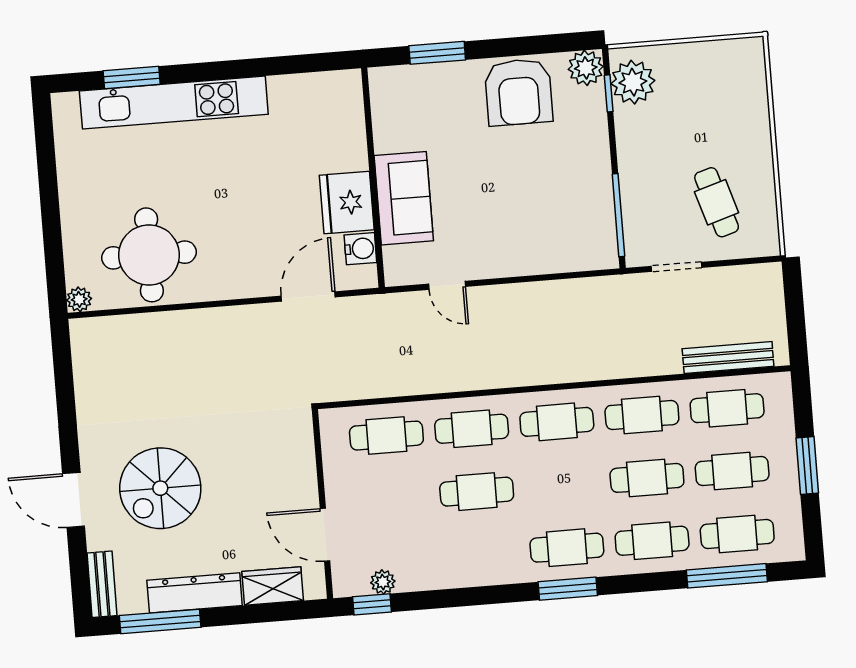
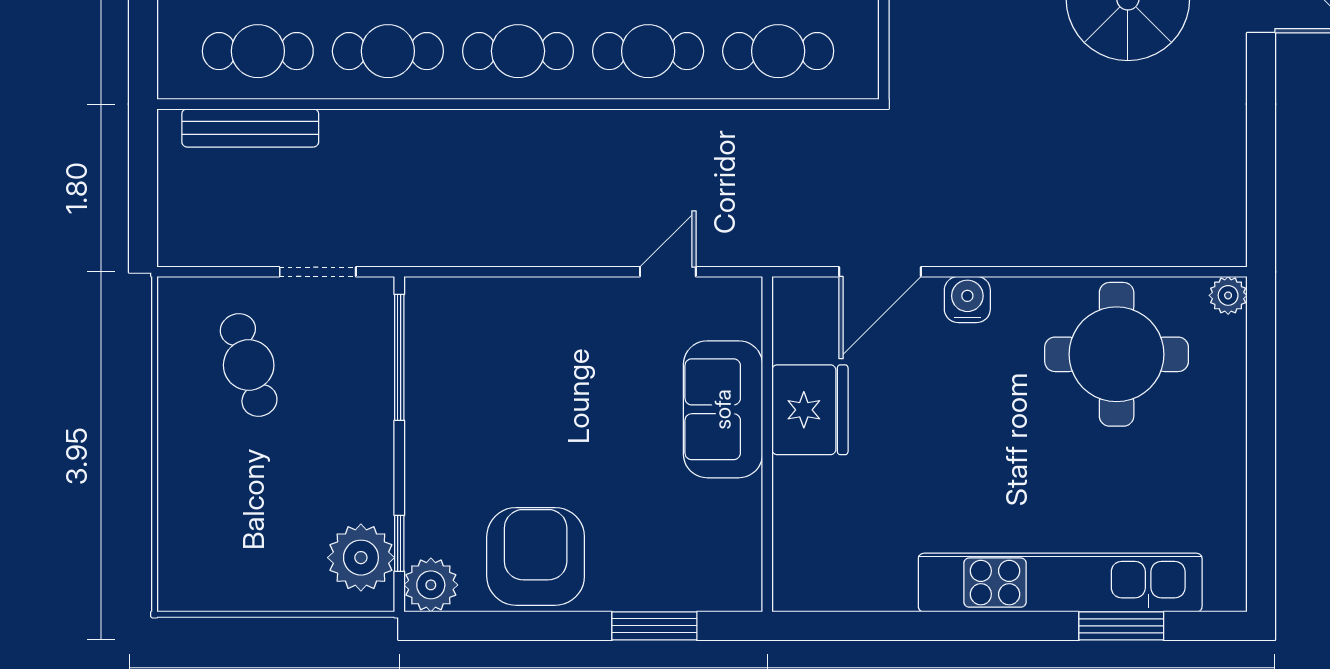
water cooler: (360, 249) -> (967, 300), moved, turned 90
door: (447, 285) -> (668, 272), hinge flipped

